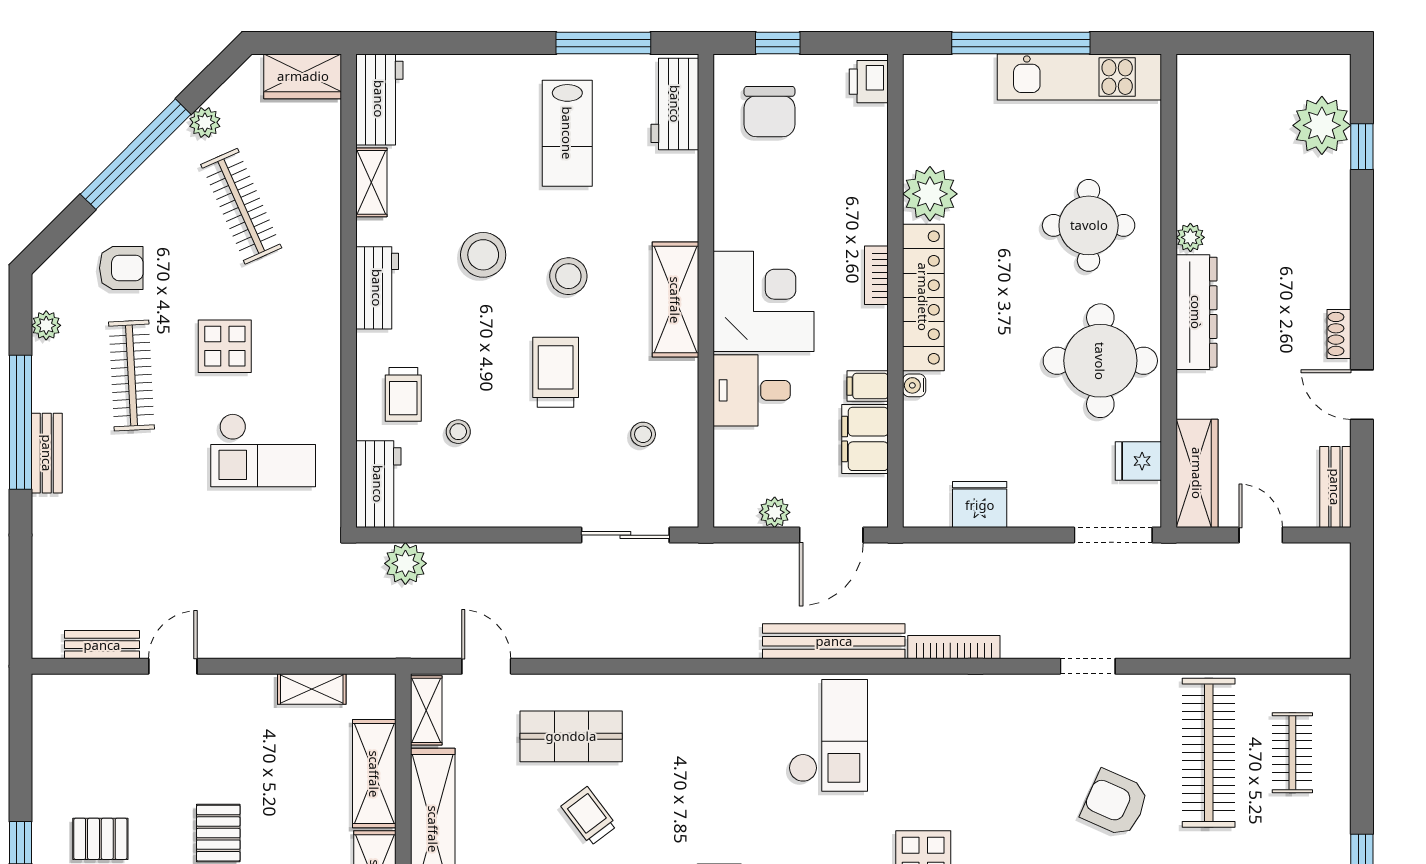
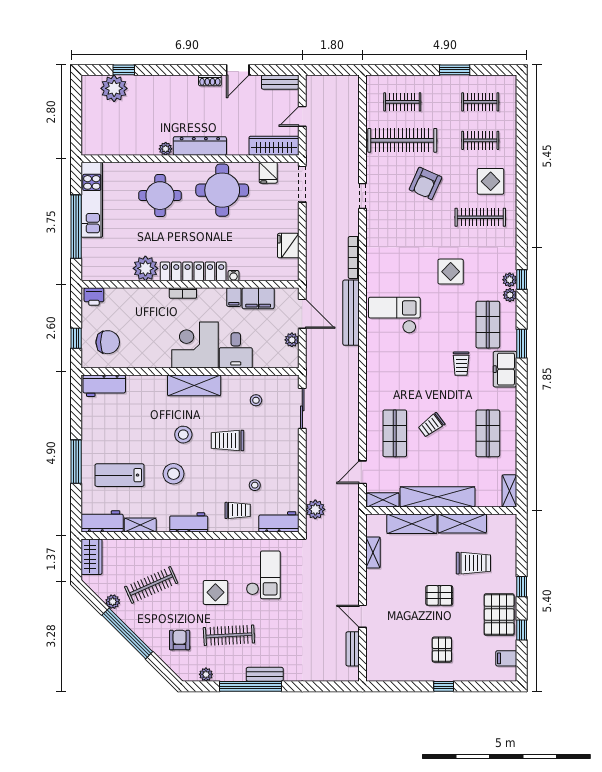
window: (603, 43) -> (76, 462), moved
lab bench: (567, 133) -> (119, 475), moved, turned 180

